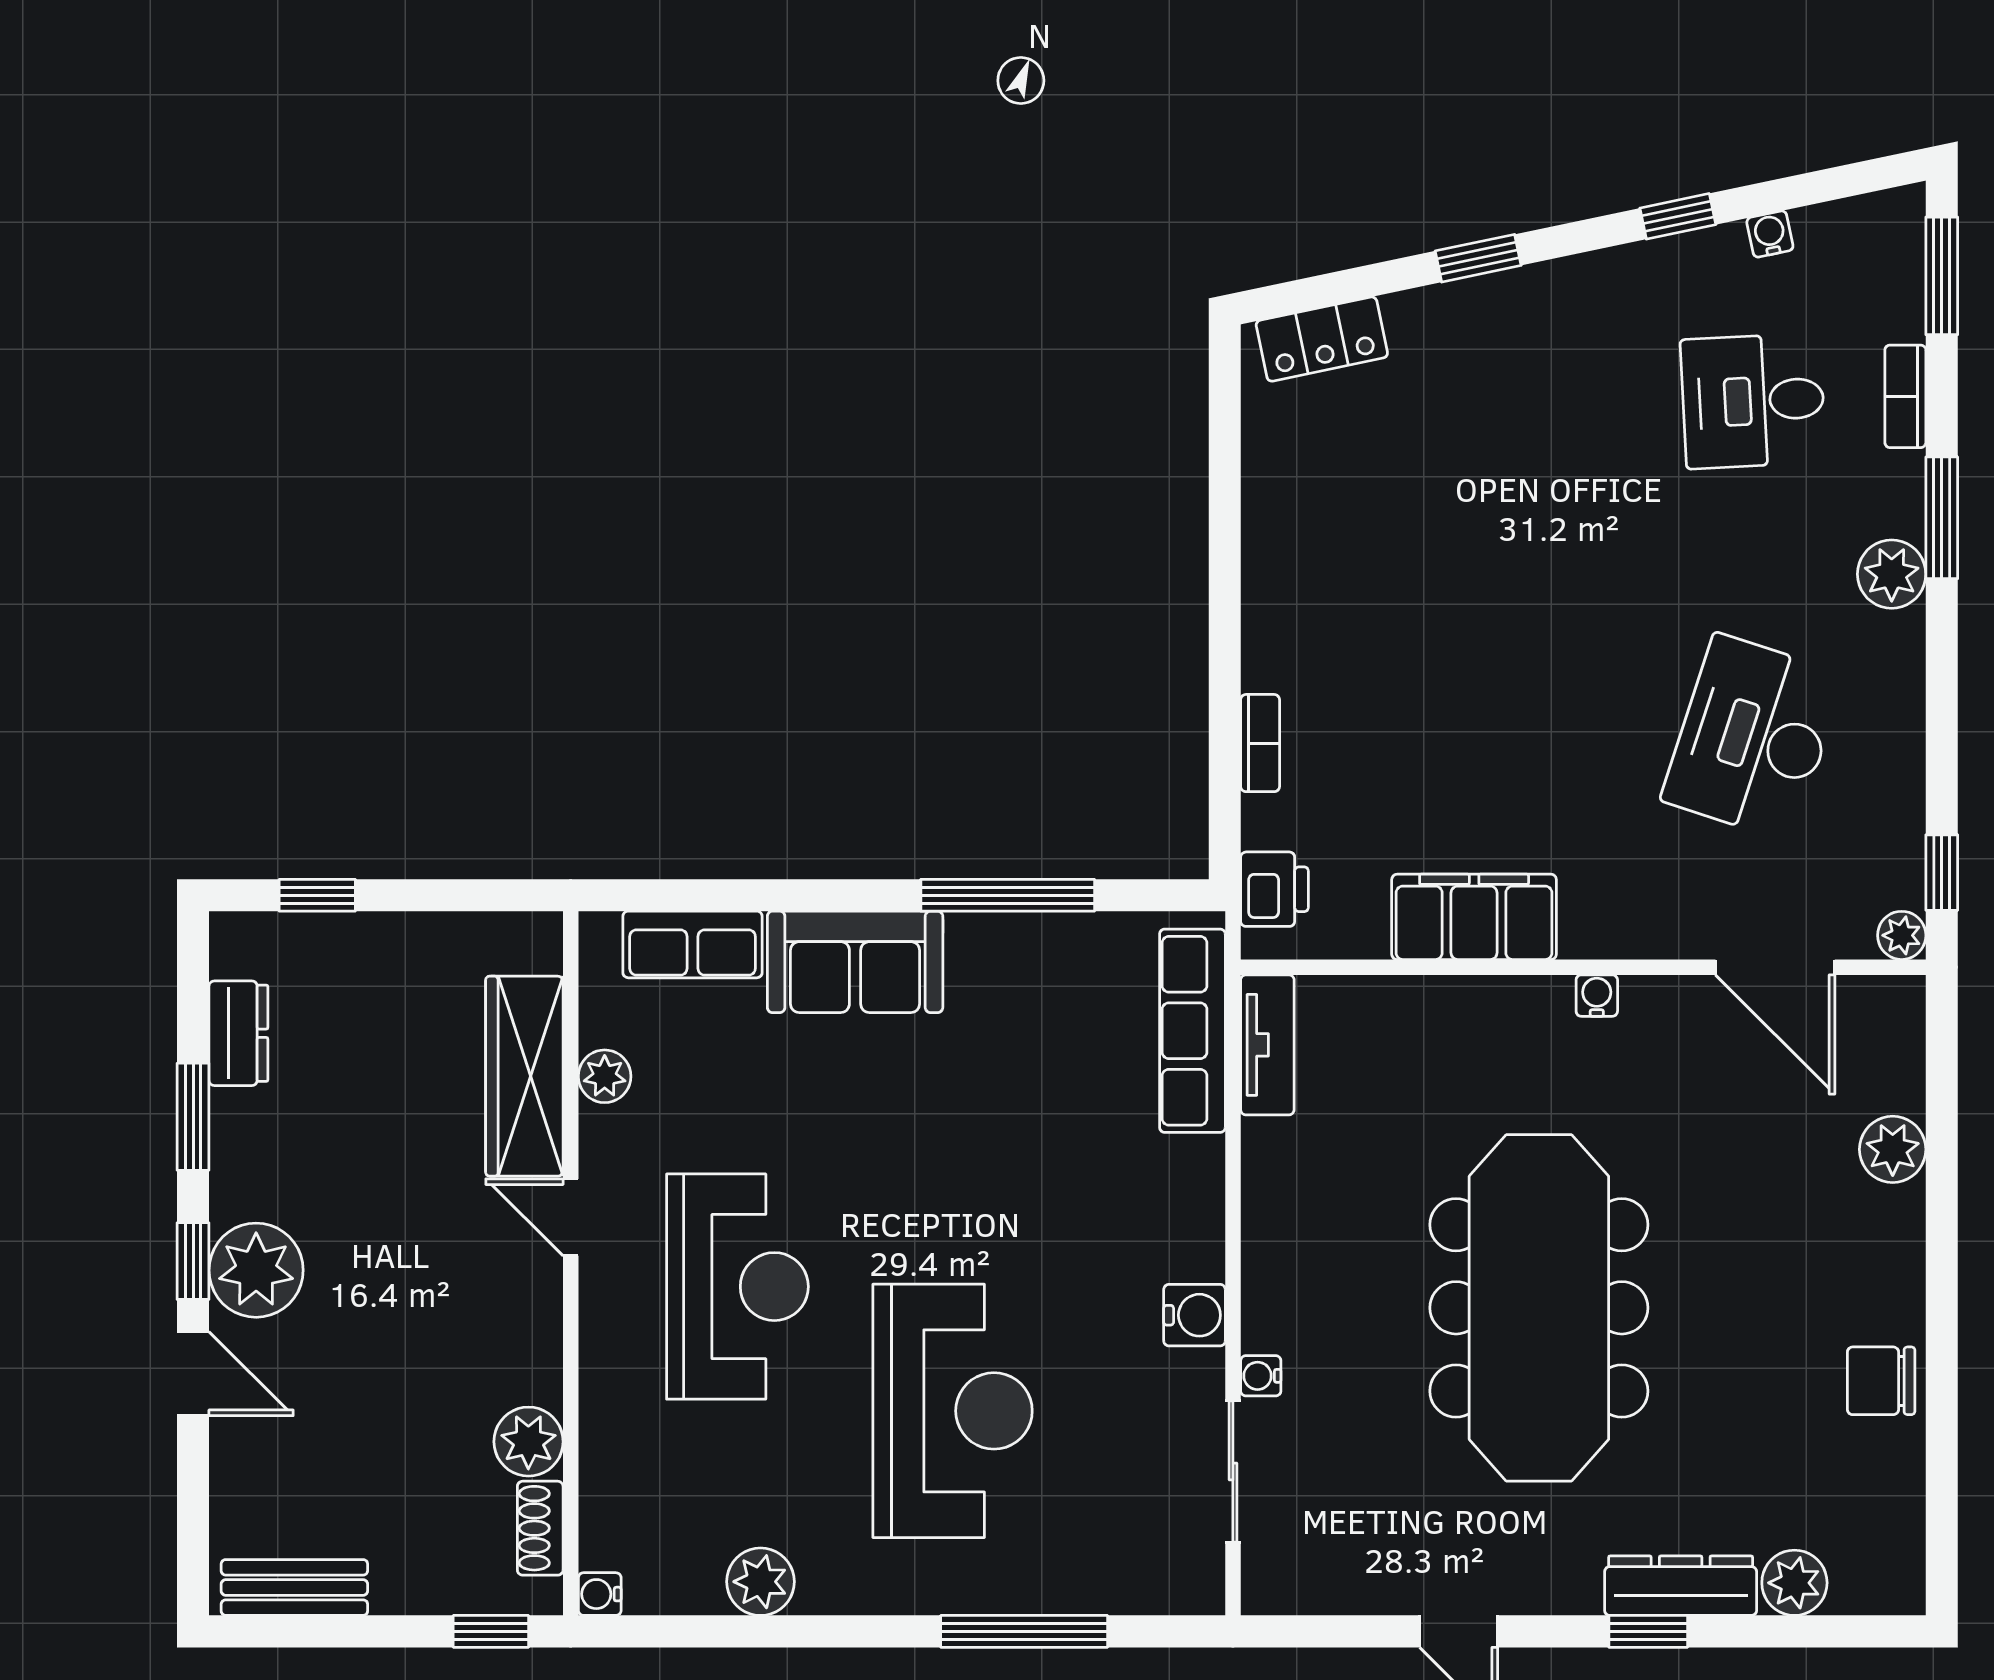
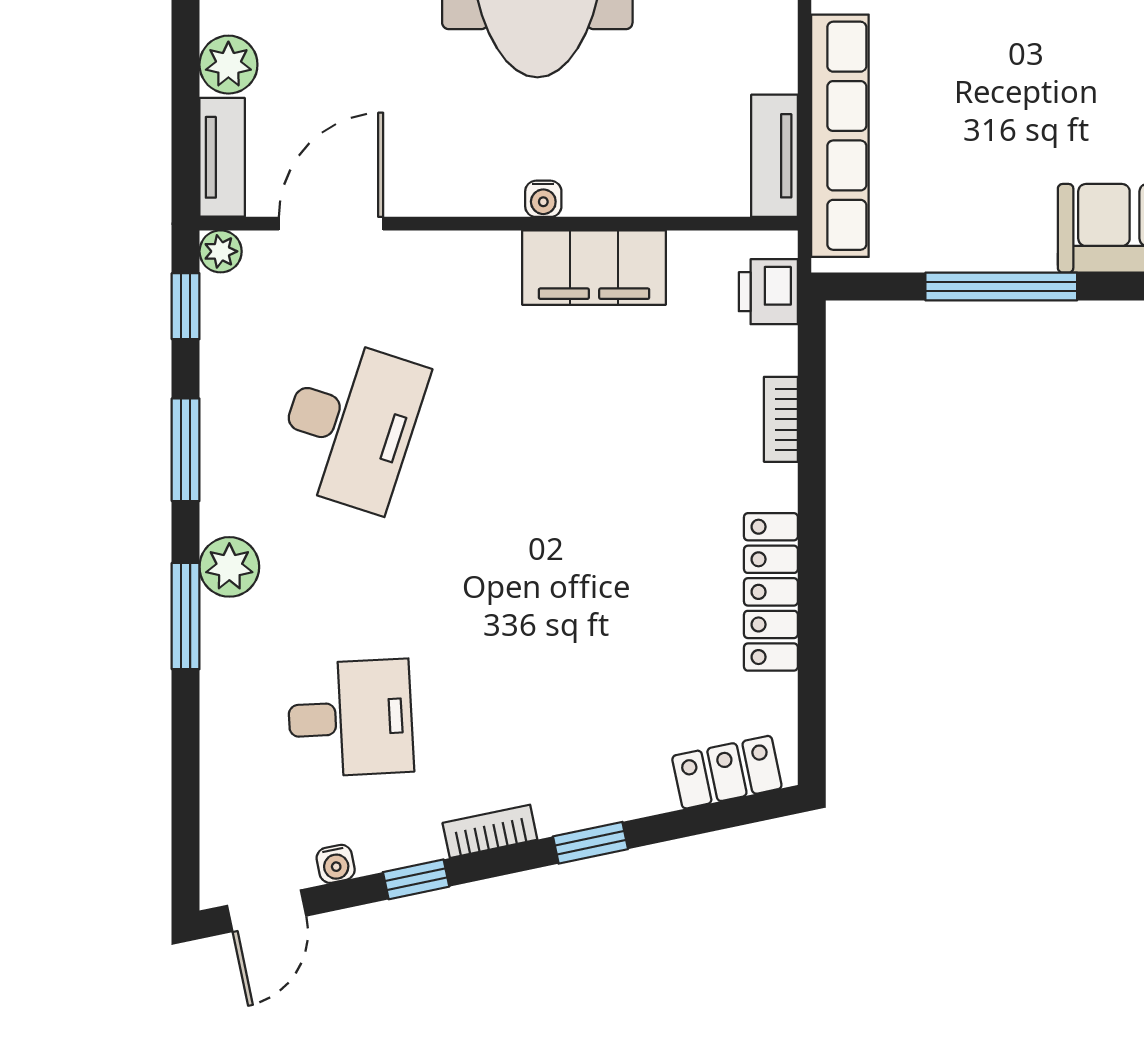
door: (1849, 180) -> (267, 911), added
window: (1942, 276) -> (186, 450), moved
bookcase: (1905, 396) -> (490, 831), moved, turned -102
locker: (1271, 545) -> (771, 592), added
door: (1775, 967) -> (331, 224), hinge flipped
water cooler: (1597, 996) -> (543, 199), moved
row of seats: (1192, 1031) -> (840, 136), width x1.36
tv unit: (1900, 1043) -> (222, 157), added

